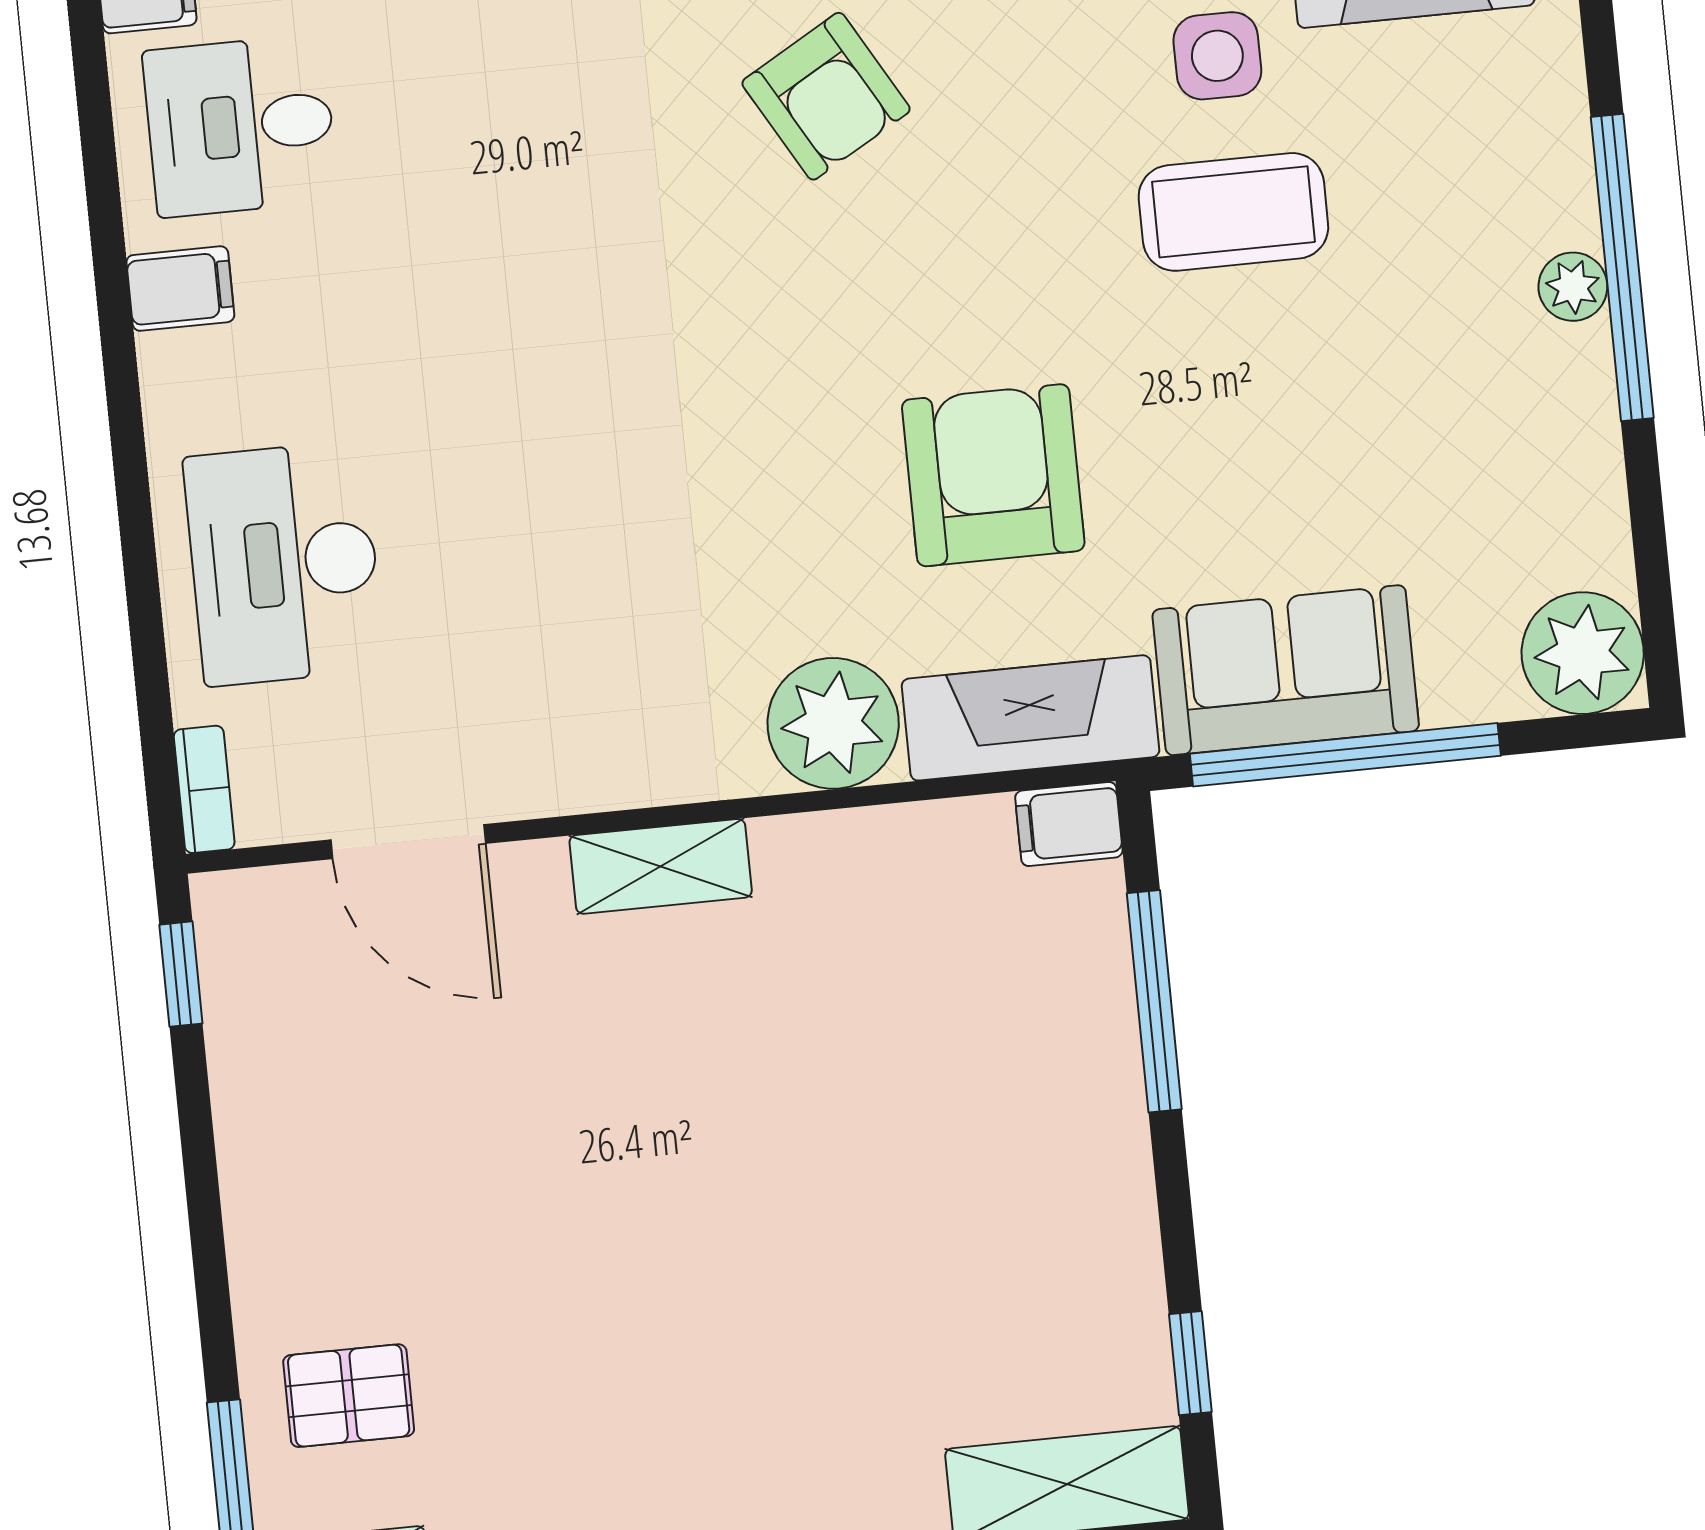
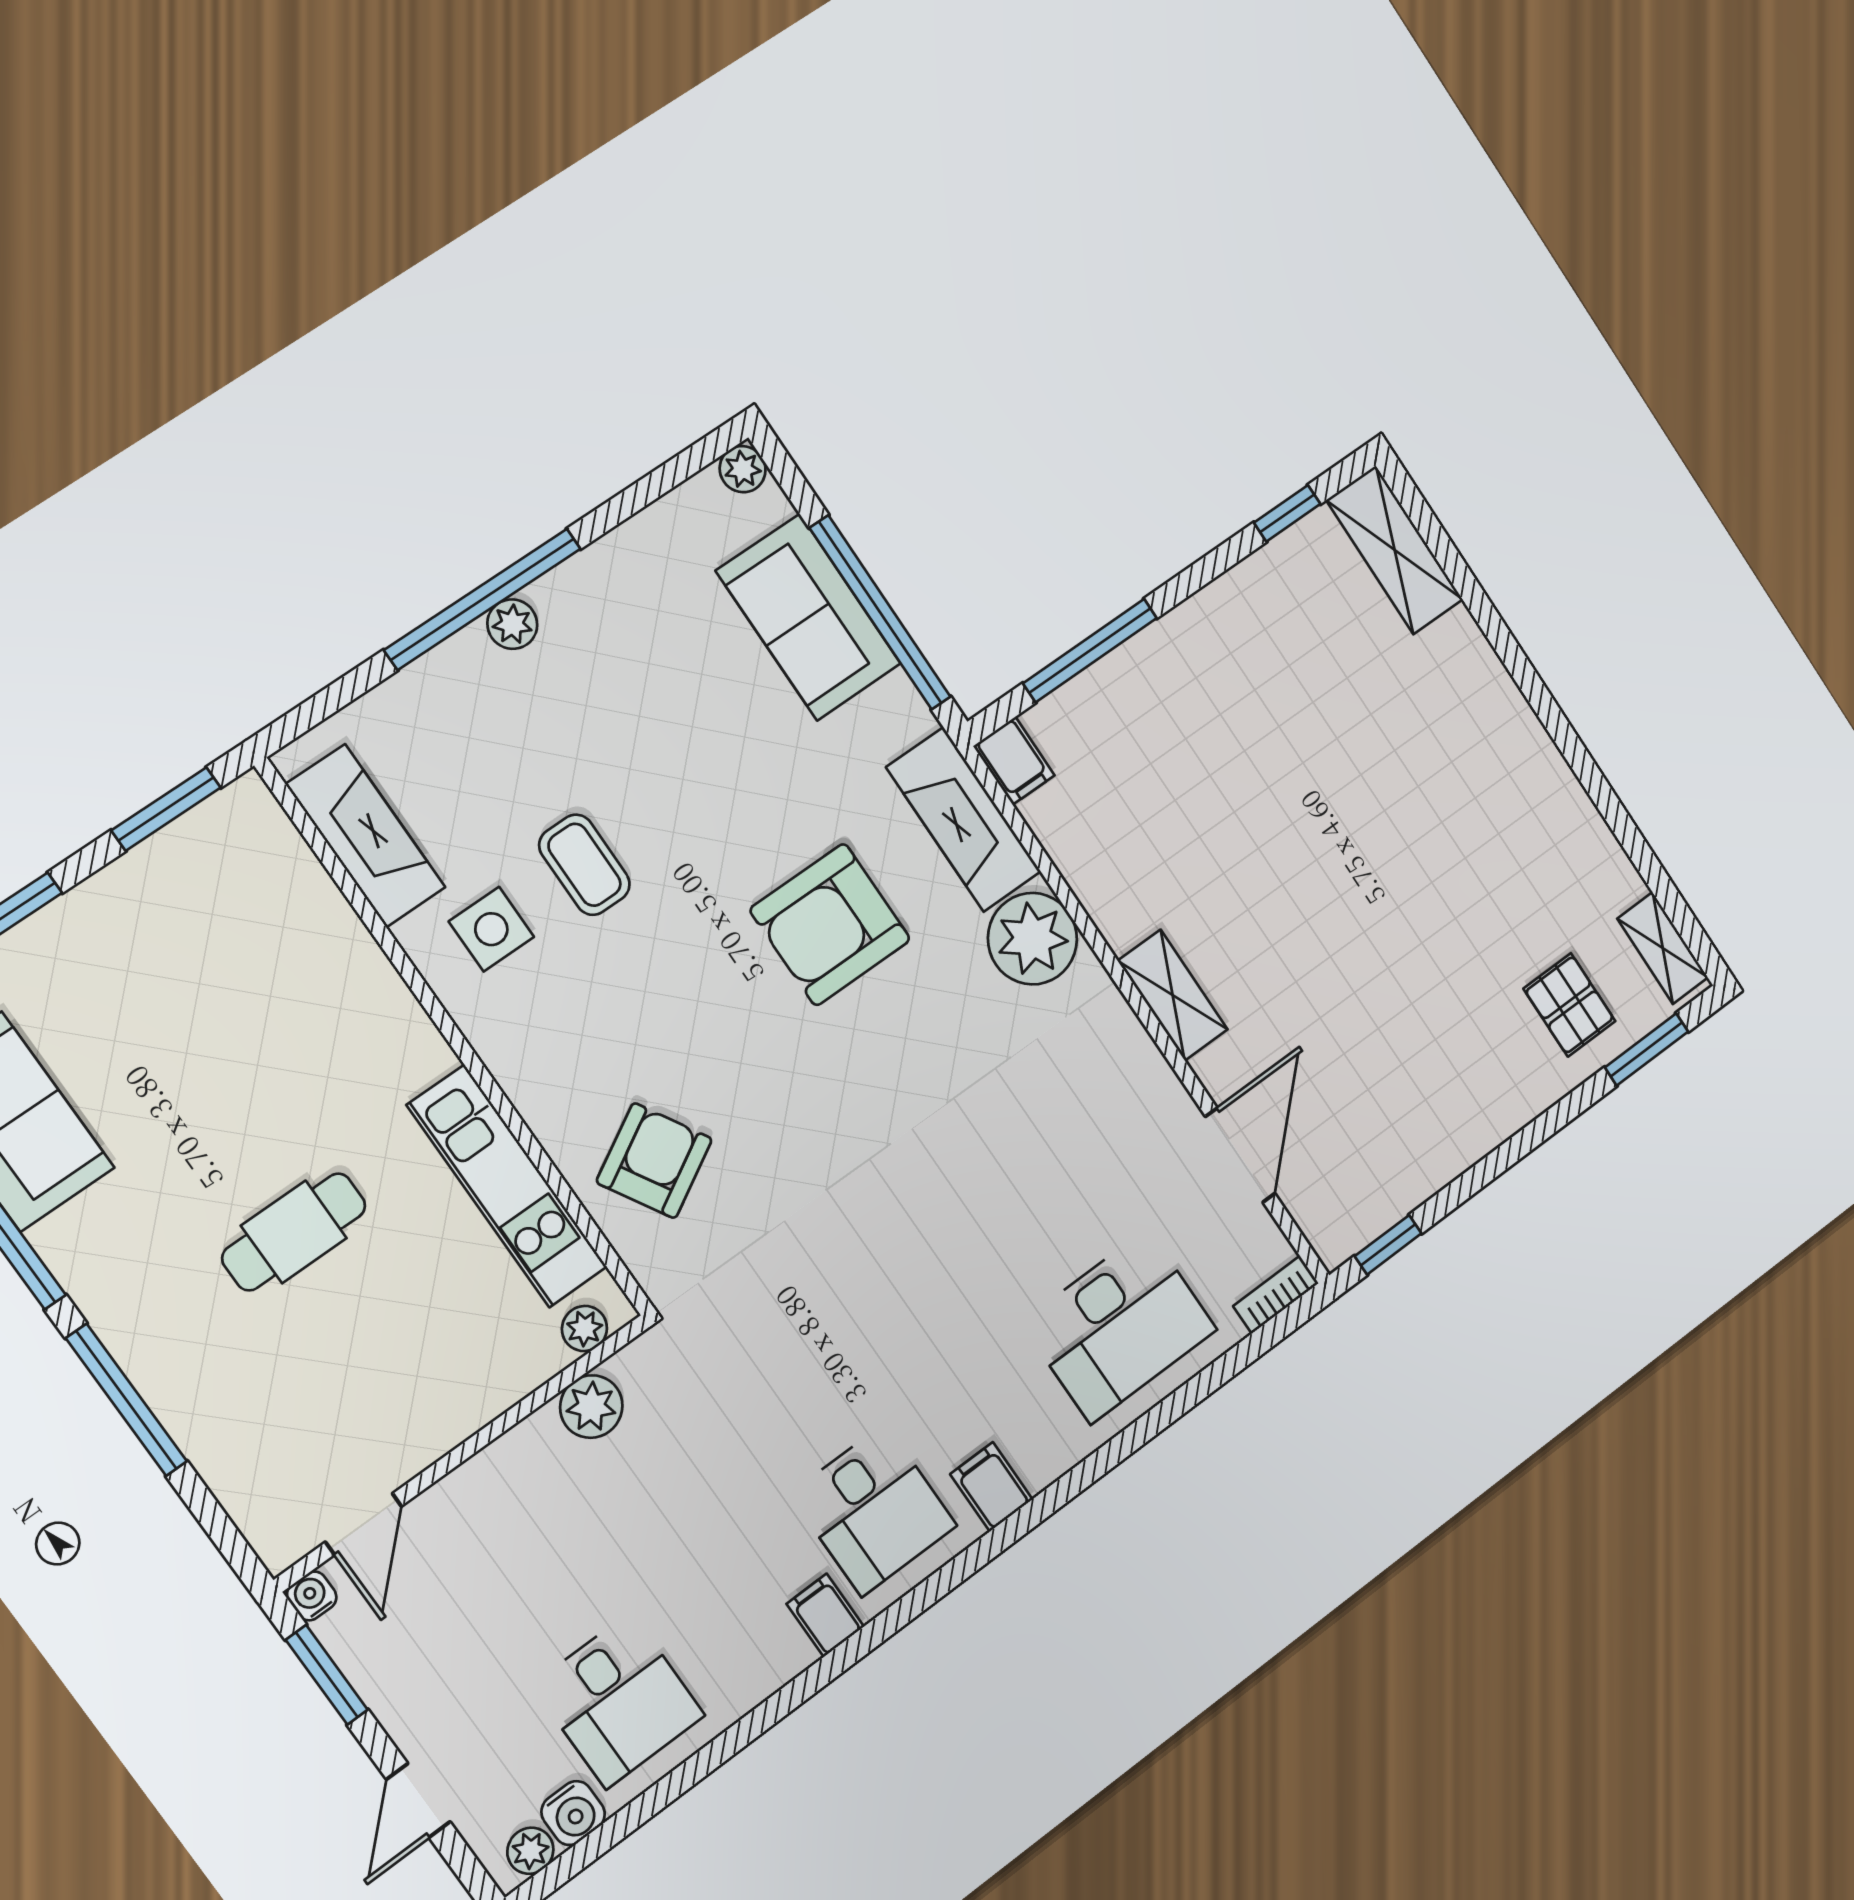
coffee table: (1233, 212) -> (584, 865), width x0.73, depth x0.77
plant: (1583, 653) -> (743, 469), width x0.53, depth x0.53
sofa: (1286, 670) -> (809, 617), moved

